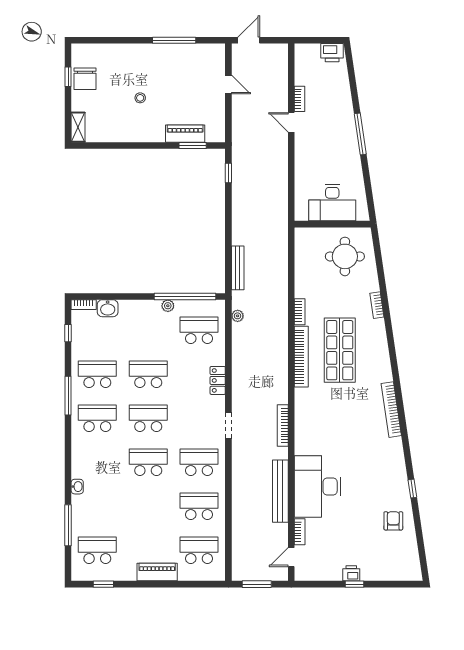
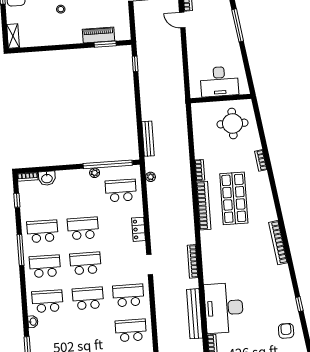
school desk: (97, 462) -> (47, 301), added

